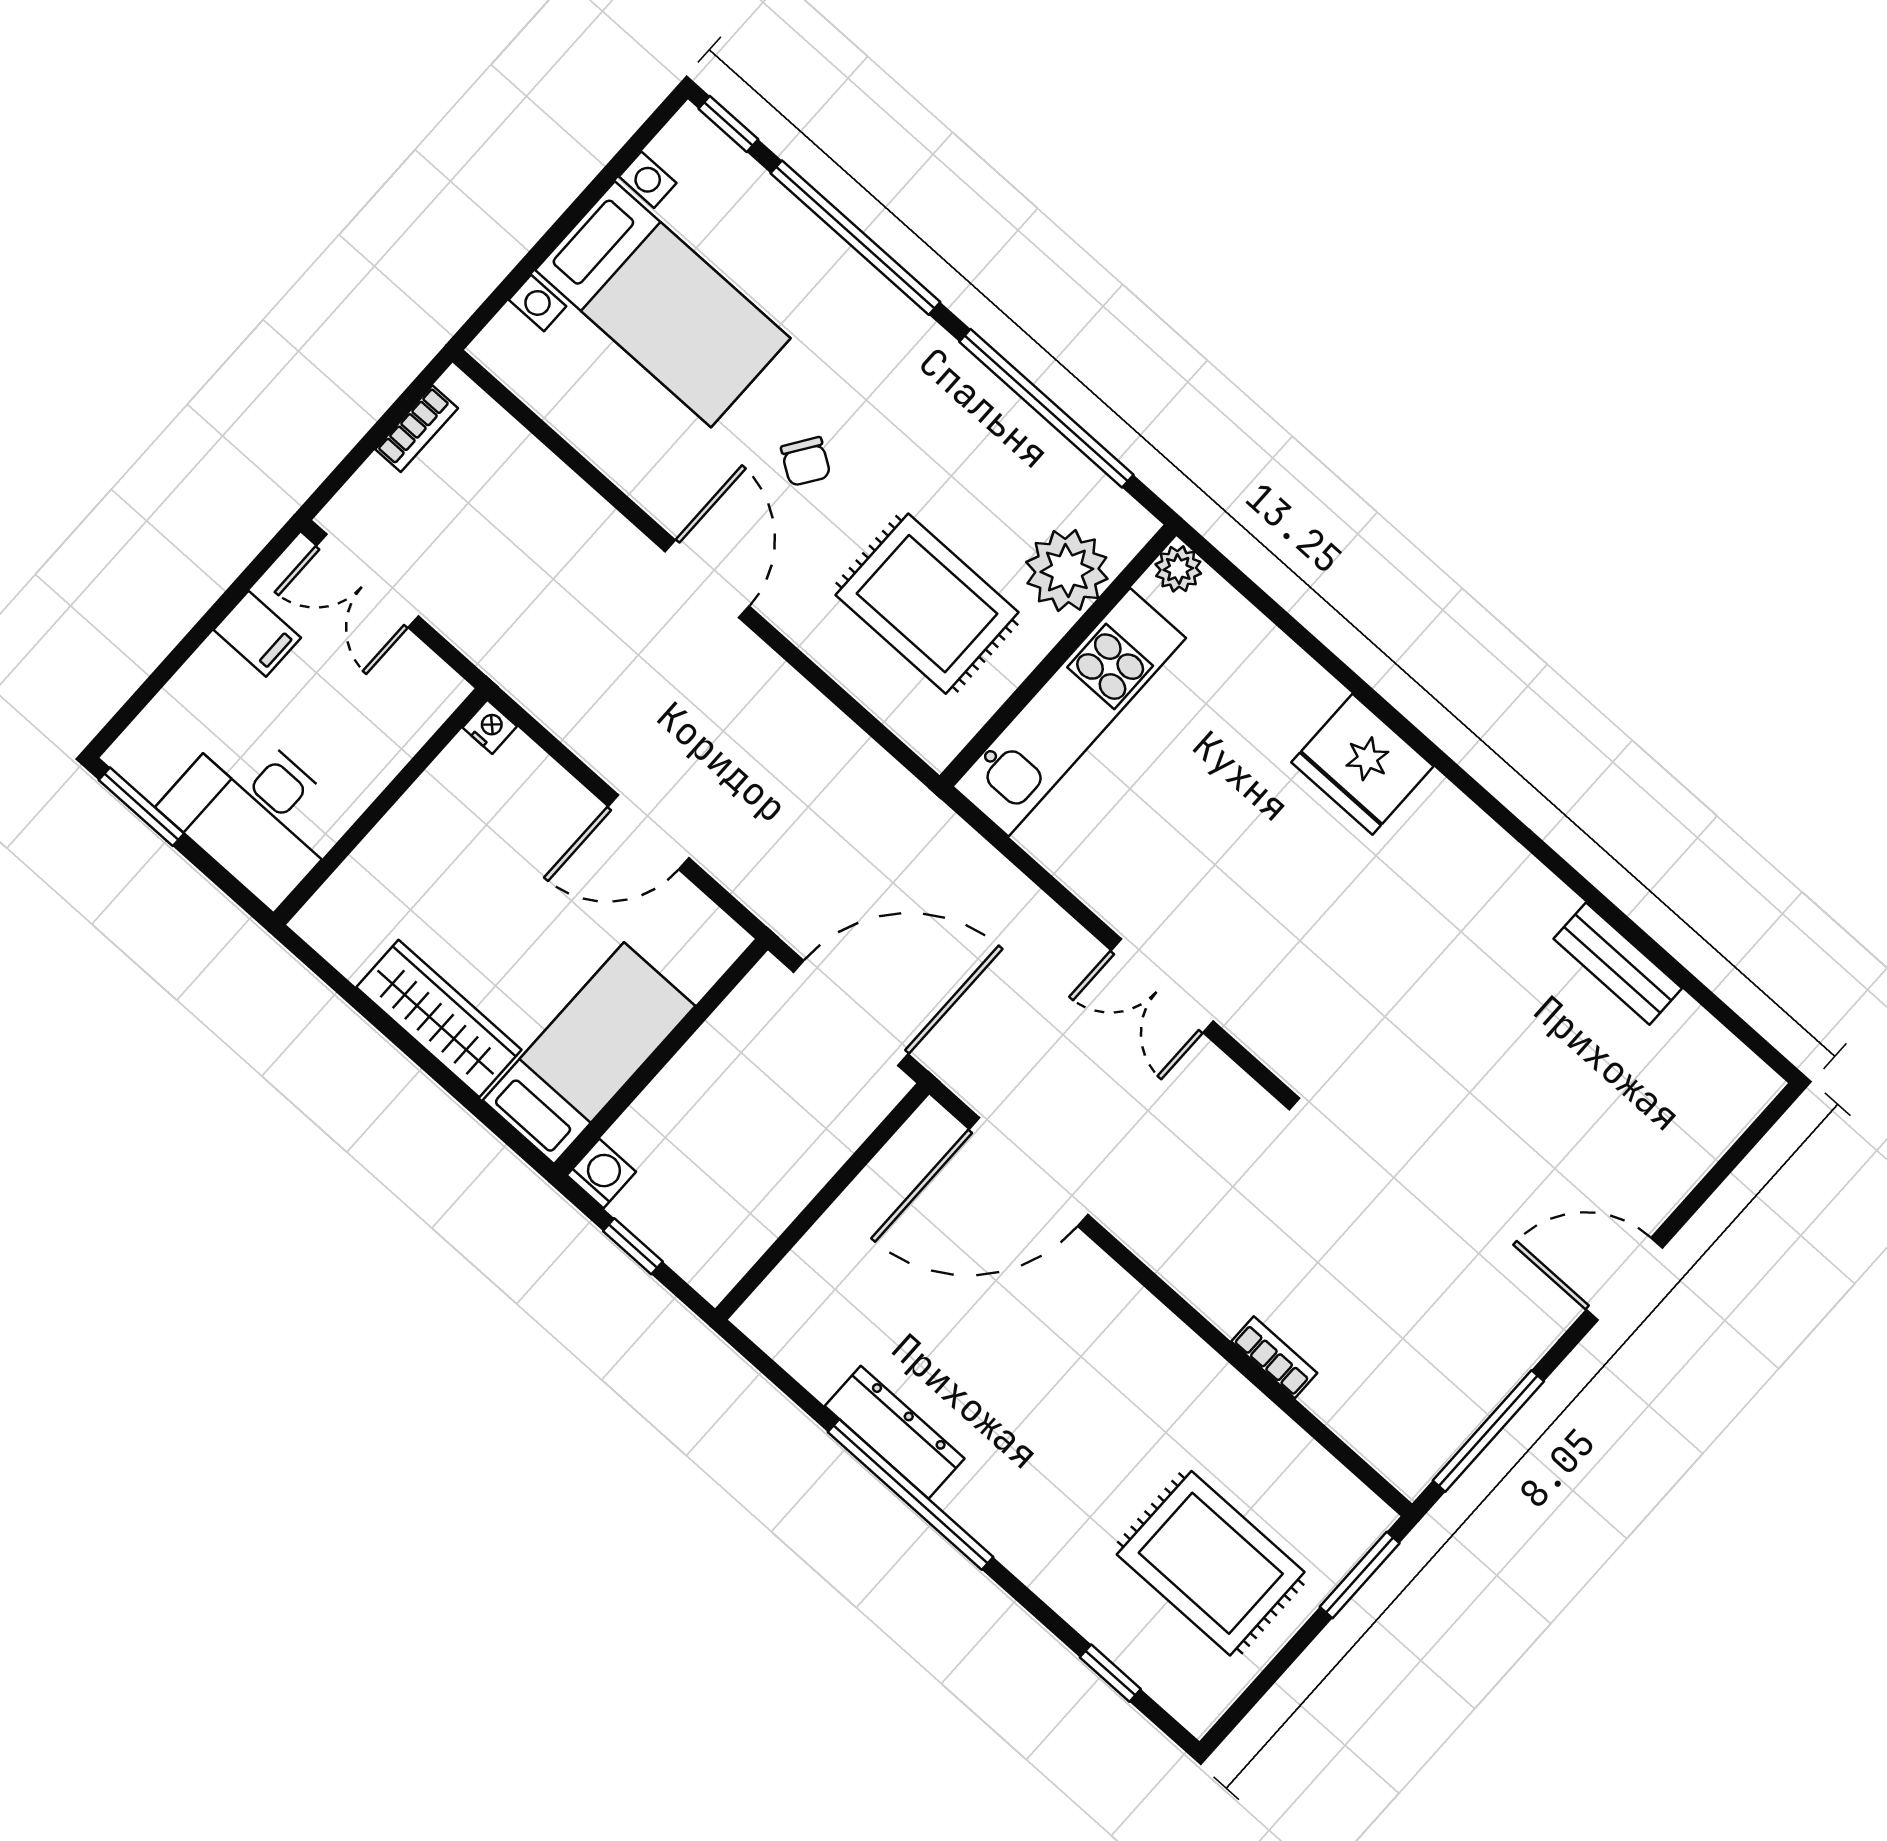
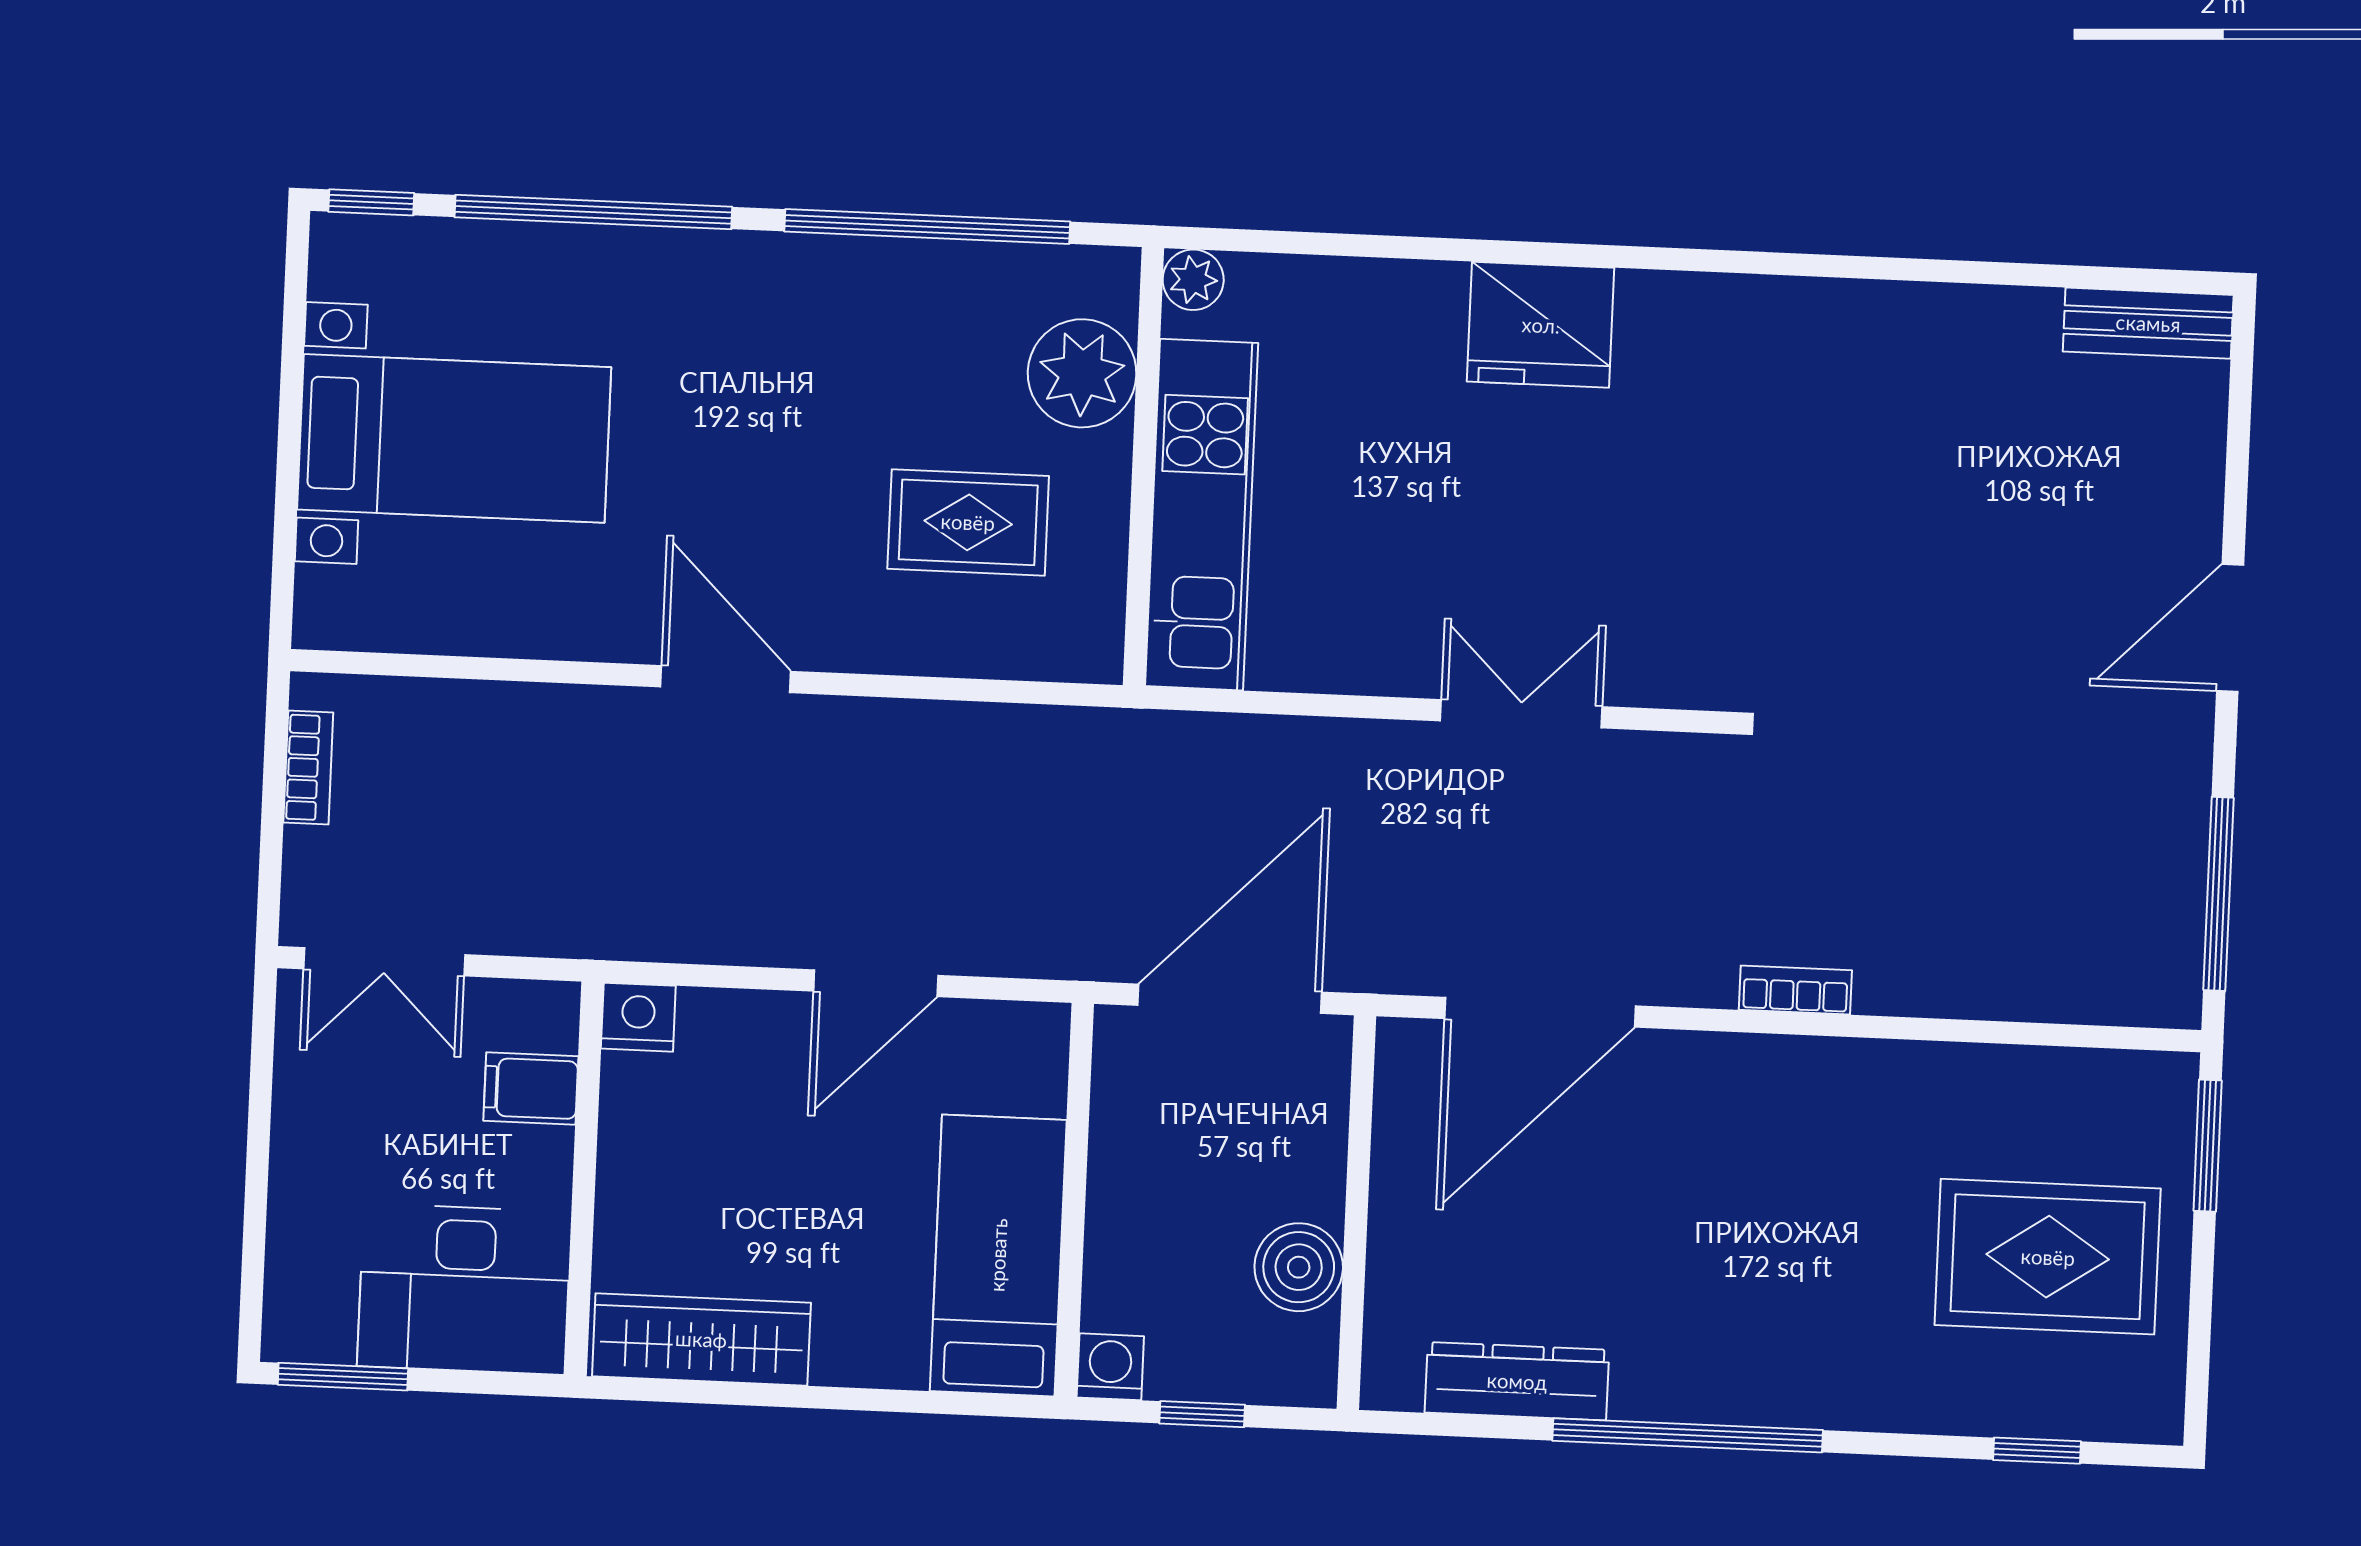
chair: (806, 462) -> (728, 479), removed
rug: (927, 604) -> (968, 522), width x0.73, depth x0.70
filing cabinet: (257, 634) -> (531, 1088), moved, turned 180
nightstand: (490, 727) -> (638, 1017), width x1.39, depth x1.35
bench: (1618, 964) -> (2148, 323), moved
double door: (1162, 986) -> (1521, 714), swing flipped
wardrobe: (439, 1019) -> (701, 1339), moved
boiler: (761, 1206) -> (1299, 1267), added
bookcase: (1274, 1357) -> (1795, 990), moved
dresser: (895, 1432) -> (1517, 1381), moved

